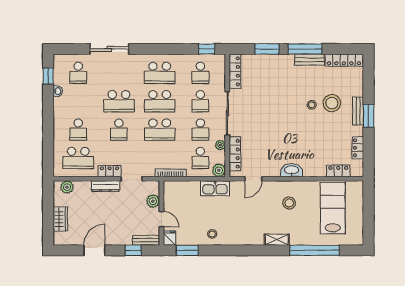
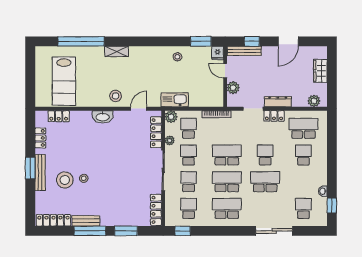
bench: (358, 111) -> (40, 173), width x1.36
stool: (289, 203) -> (116, 96), moved
bench: (146, 240) -> (244, 51), width x1.36

